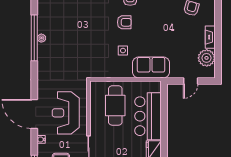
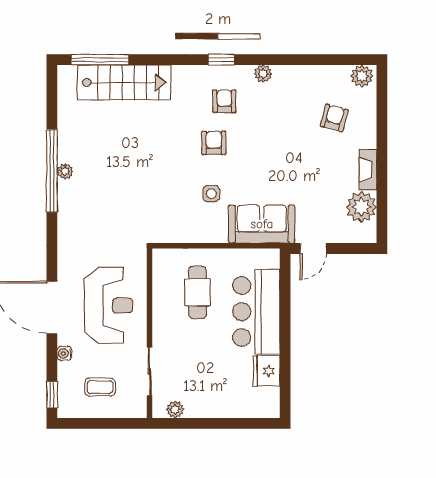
armchair: (124, 22) -> (214, 143), turned -90
door: (191, 81) -> (313, 248), moved
cafe table: (115, 105) -> (198, 292), width x0.73, depth x0.74
reception desk: (66, 113) -> (109, 306), turned 180

